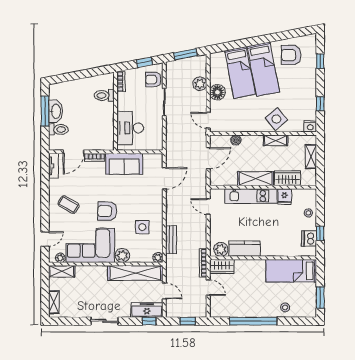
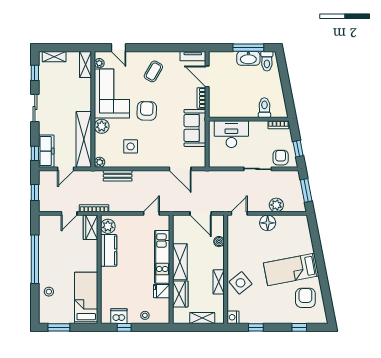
bed: (240, 72) -> (288, 246), removed
toilet: (58, 129) -> (267, 61), moved
window: (70, 321) -> (35, 73), added

